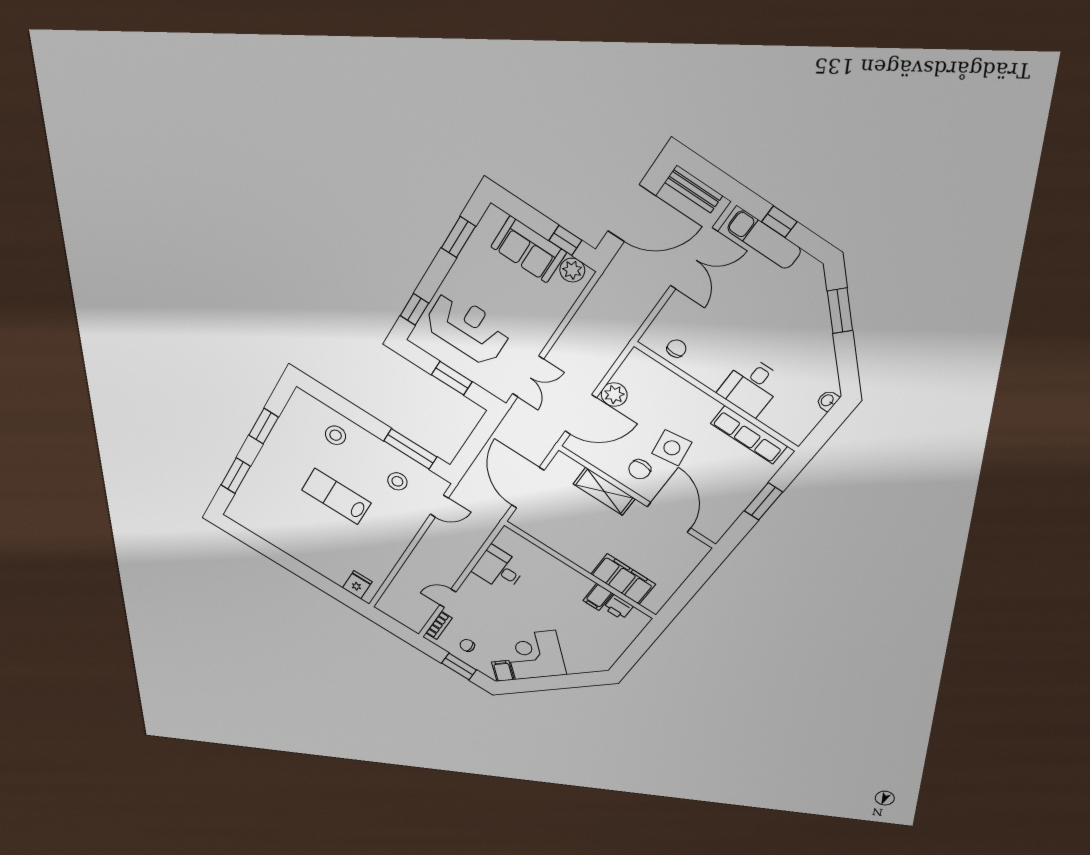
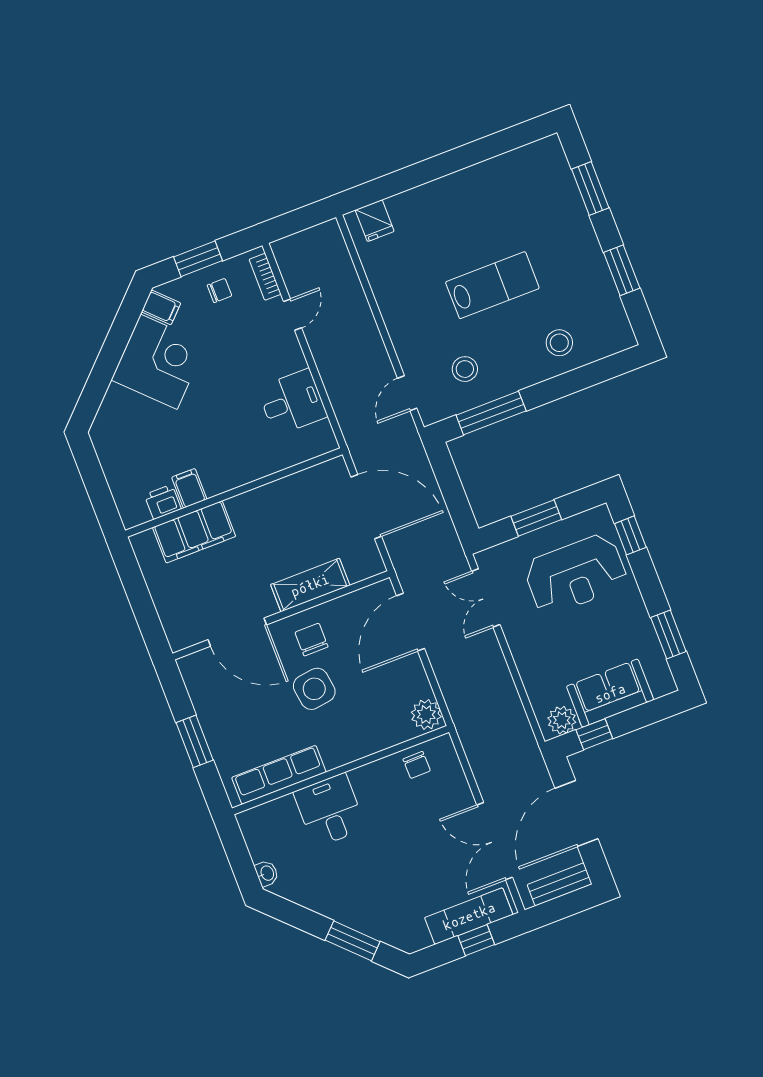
plant: (614, 395) -> (426, 714), moved

